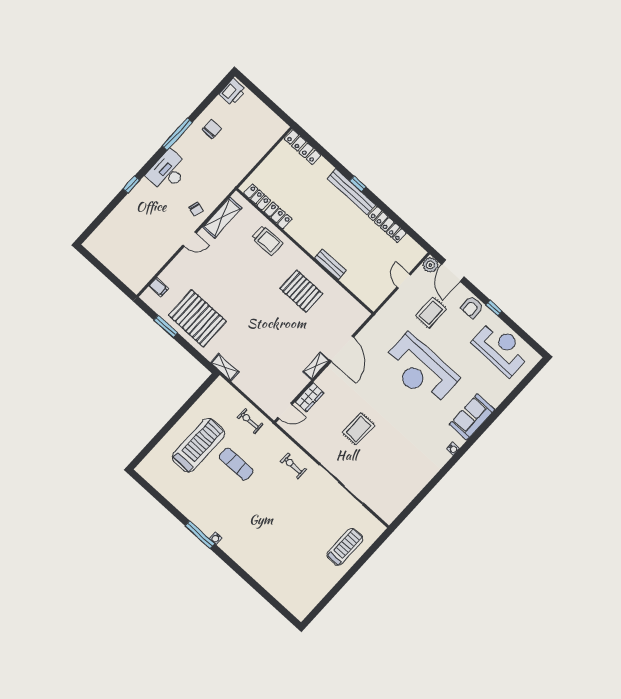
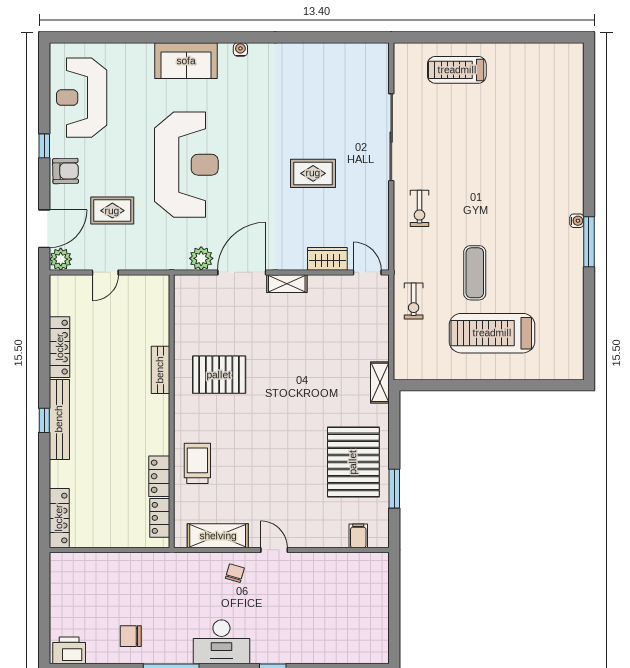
pallet: (301, 291) -> (219, 375), turned 90
plant: (367, 335) -> (201, 258), added

